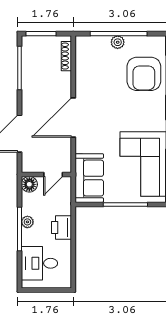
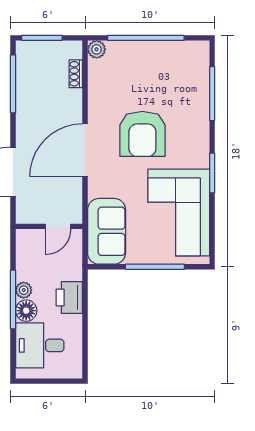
plant: (118, 42) -> (97, 49), moved
shoe rack: (66, 56) -> (76, 74), width x0.70
armchair: (144, 74) -> (142, 134), moved
floor lamp: (29, 184) -> (26, 311), moved

